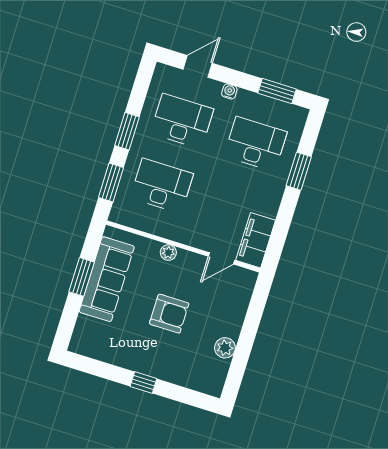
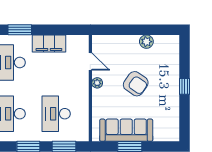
filing cabinet: (256, 240) -> (49, 43), moved
plant: (168, 253) -> (97, 83), moved
armchair: (169, 314) -> (136, 84), turned 125

